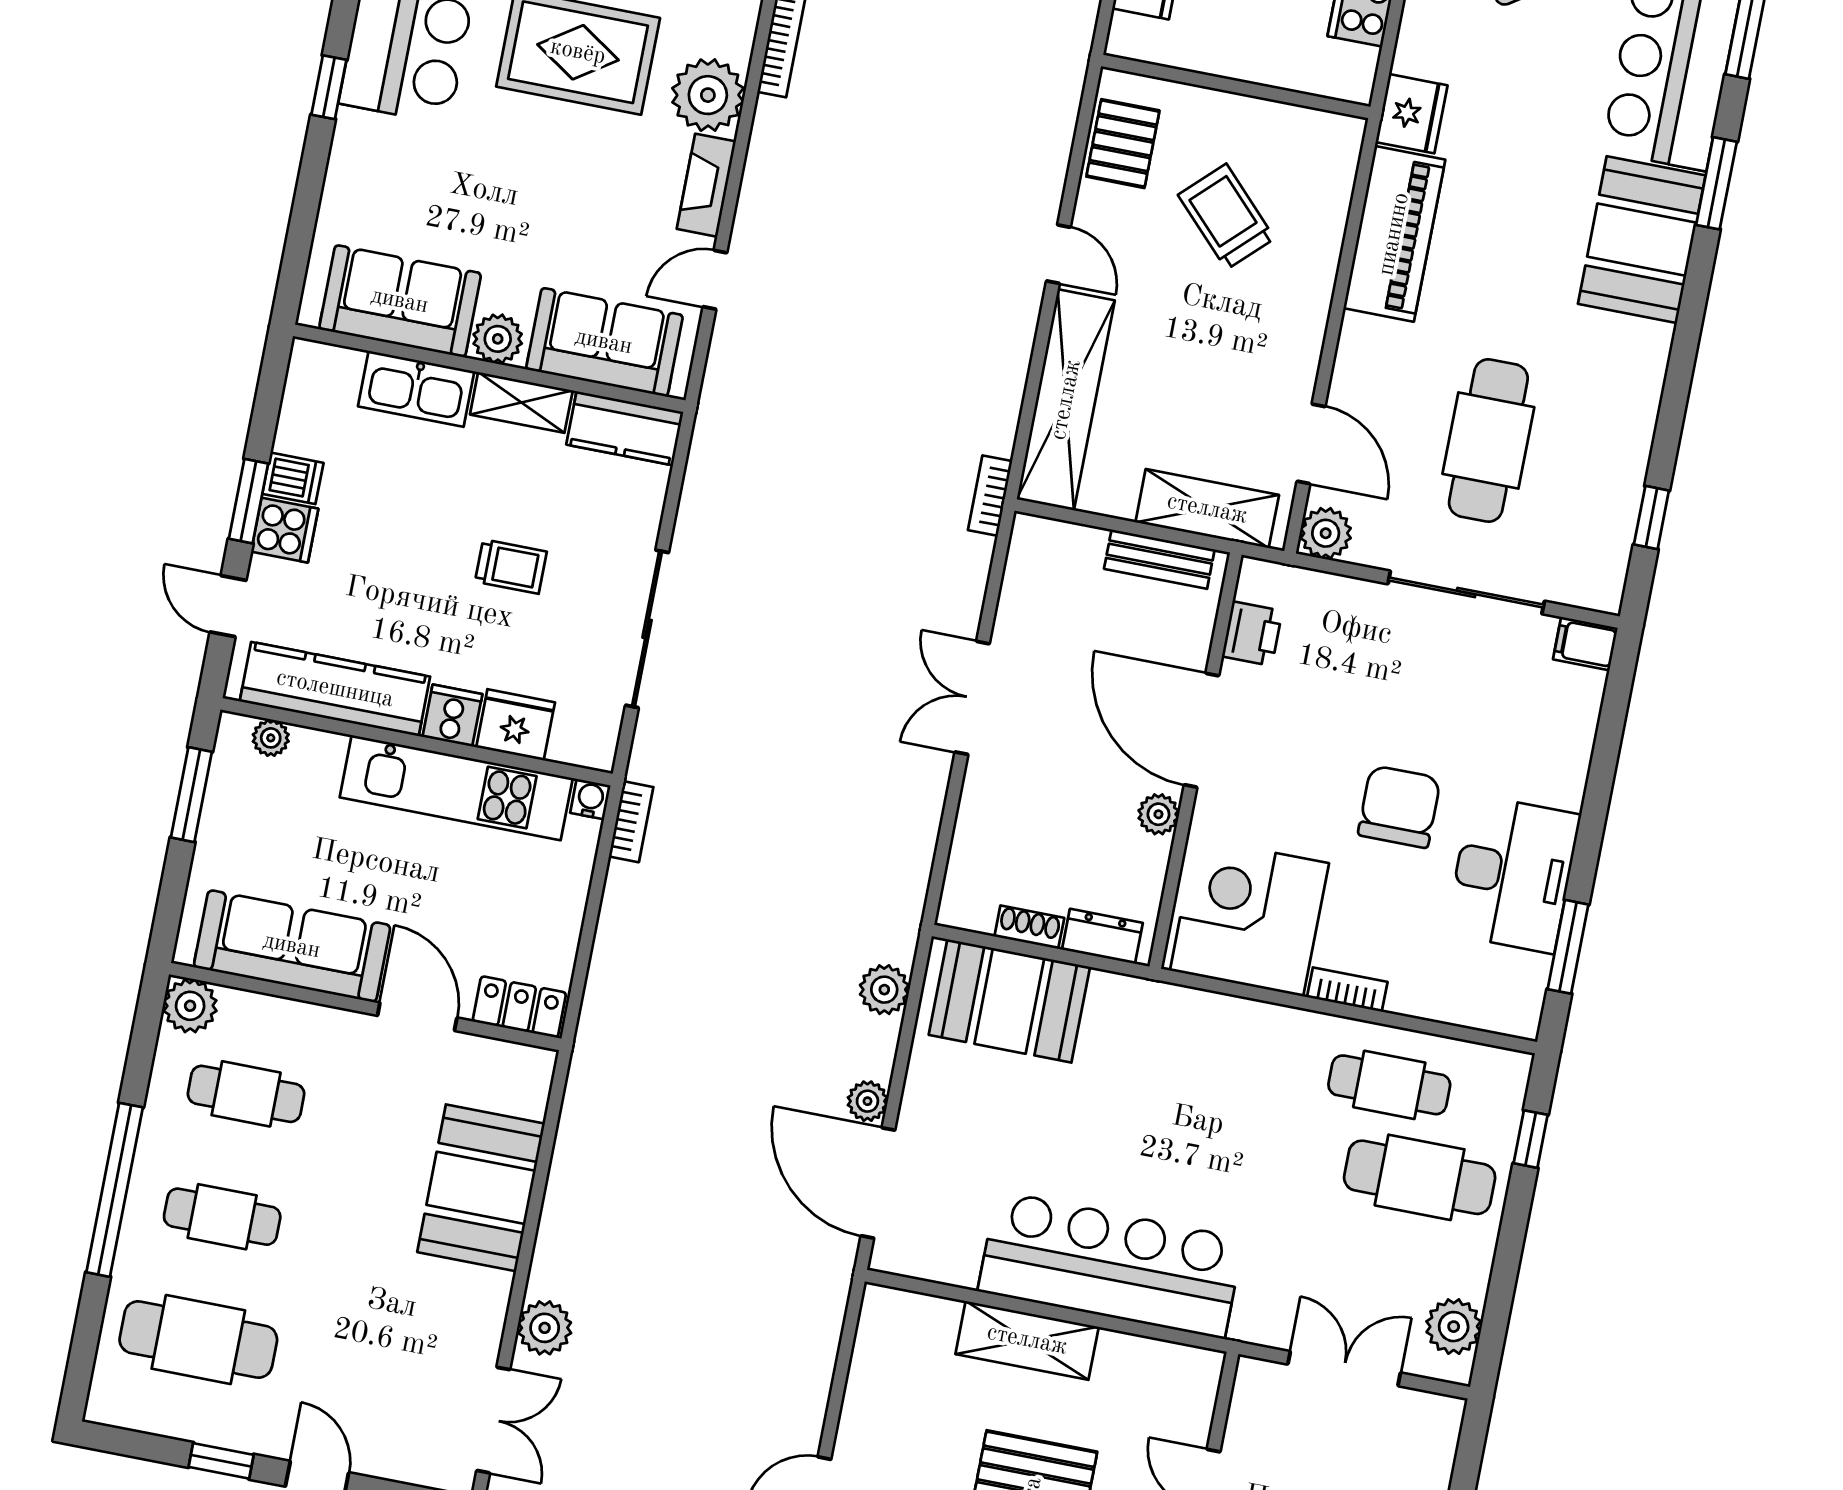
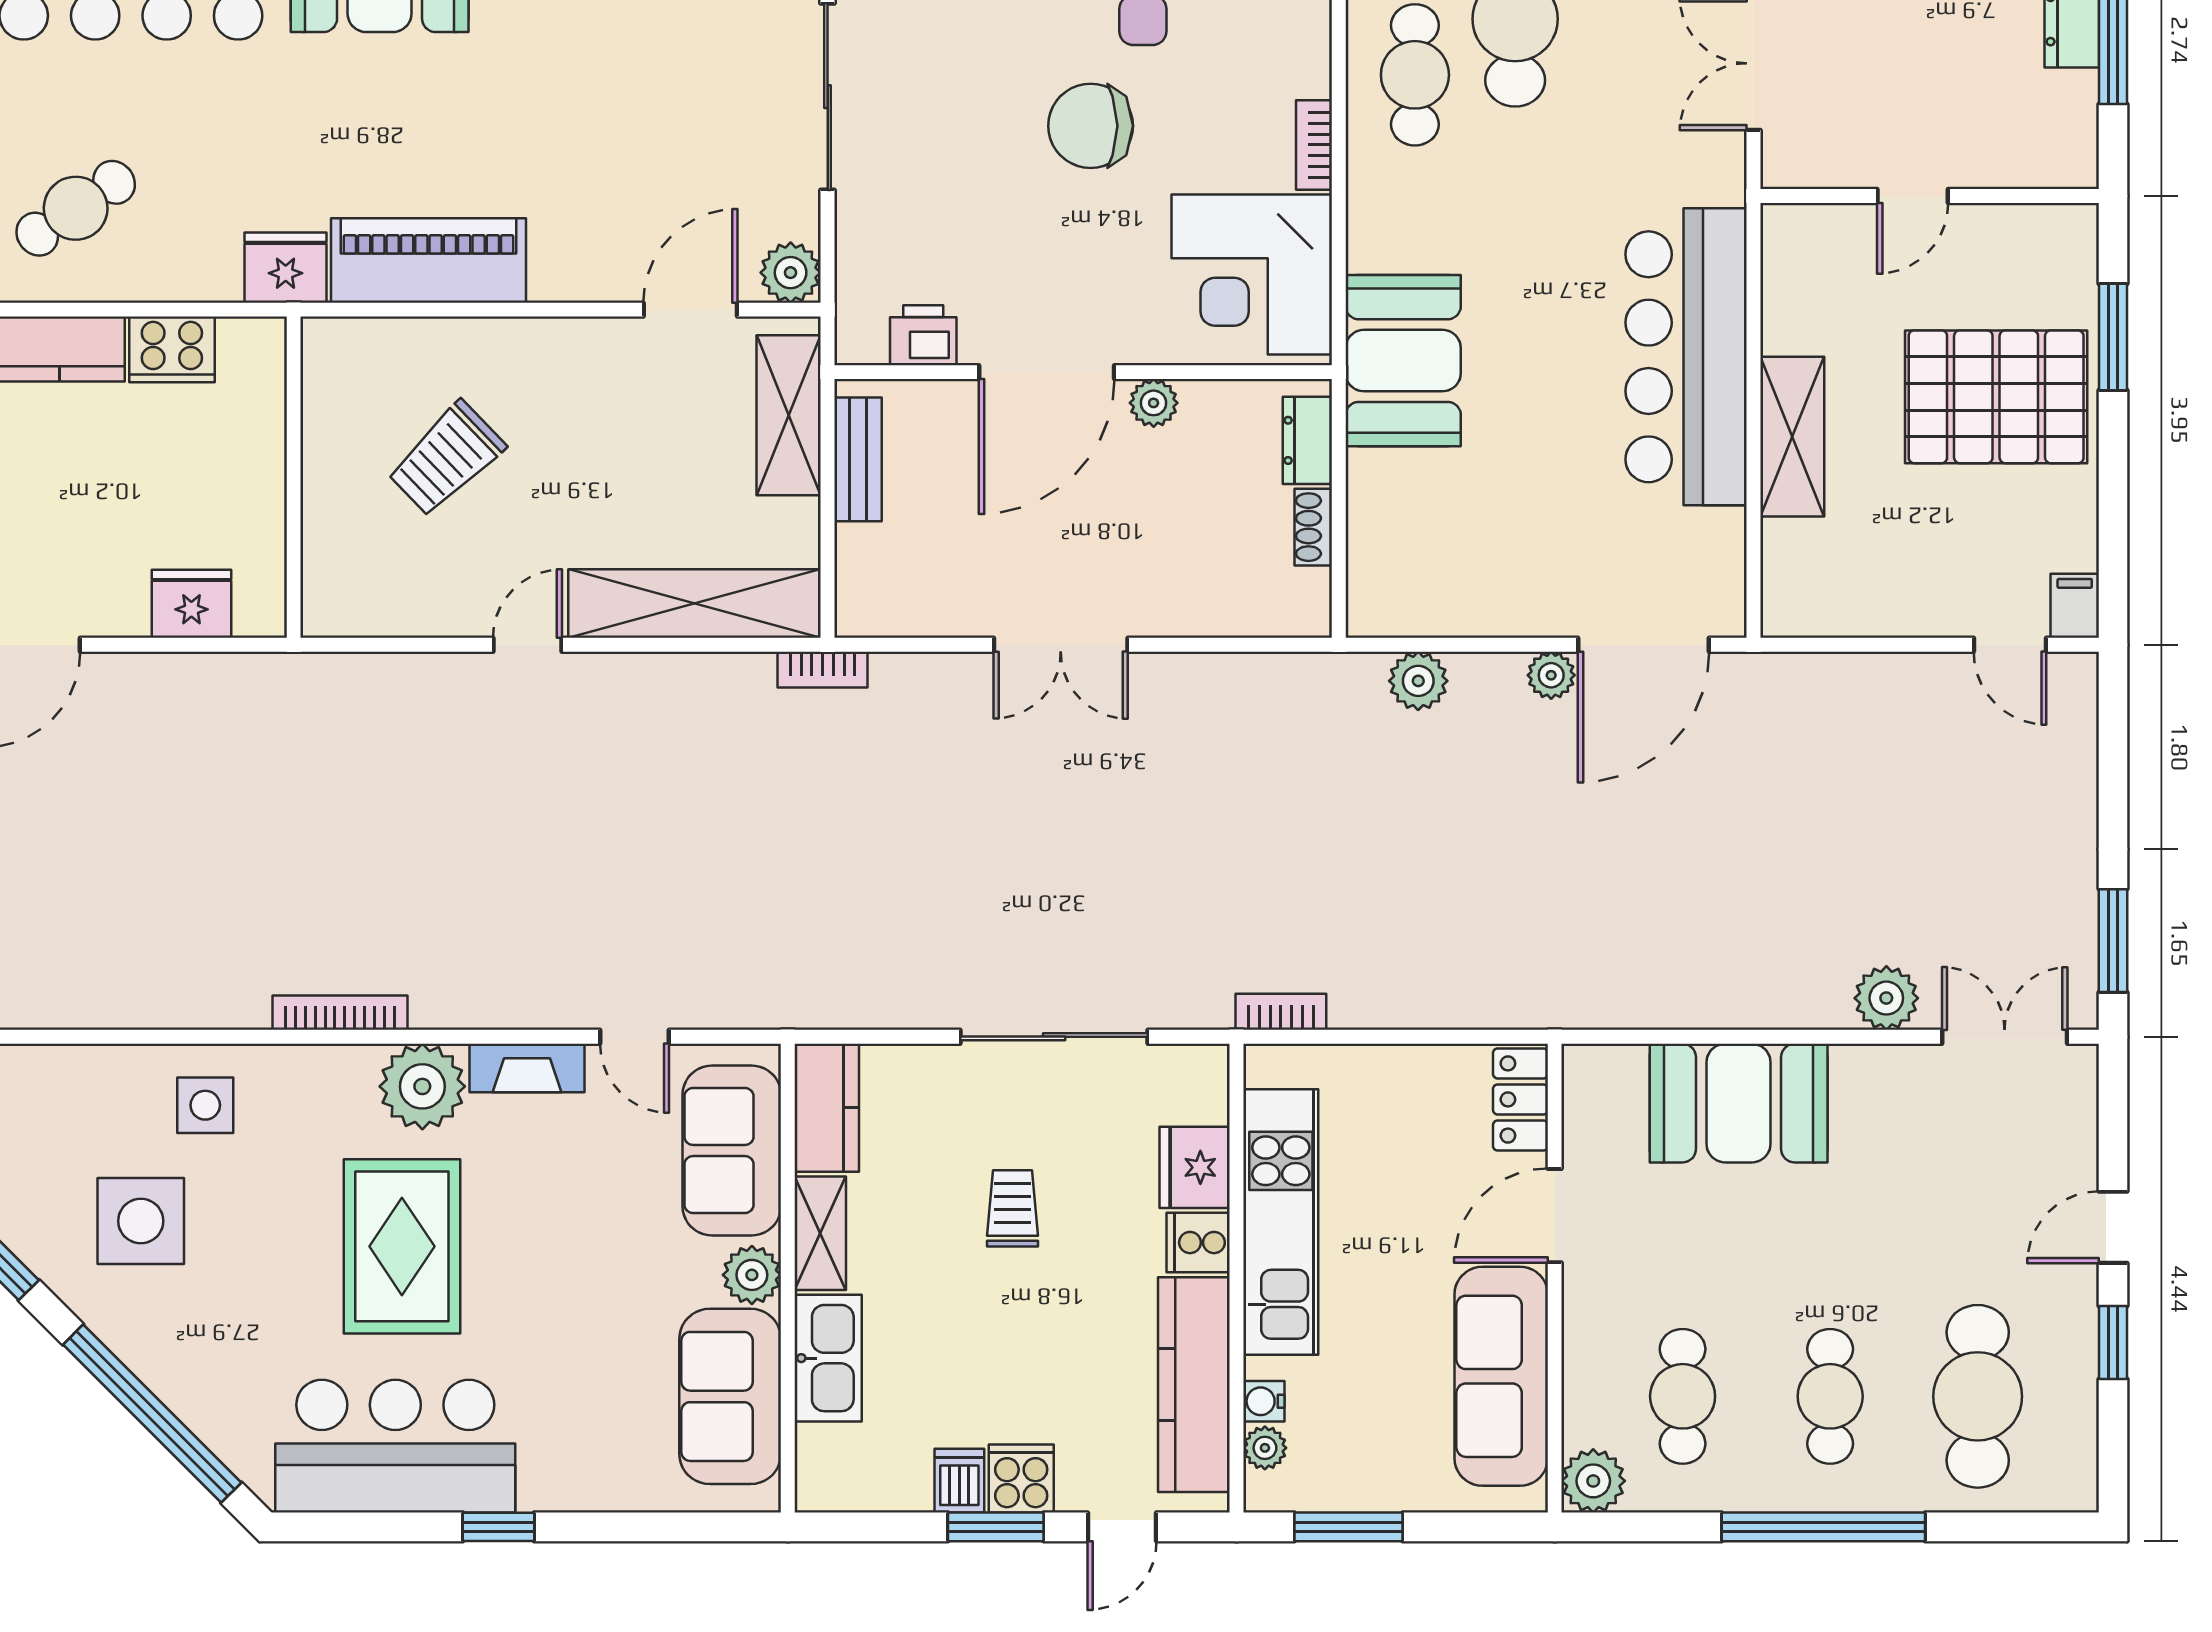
pallet: (1123, 144) -> (385, 595), removed
cafe table: (1488, 441) -> (647, 105), removed
water cooler: (590, 799) -> (1264, 1401), moved
booth: (1009, 1001) -> (1403, 361), moved

